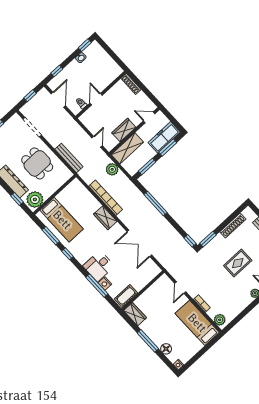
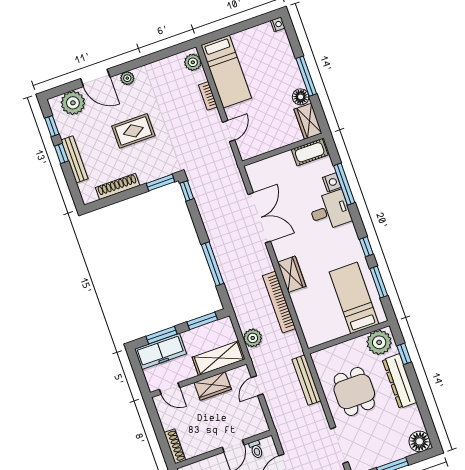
floor lamp: (166, 349) -> (301, 97), moved

